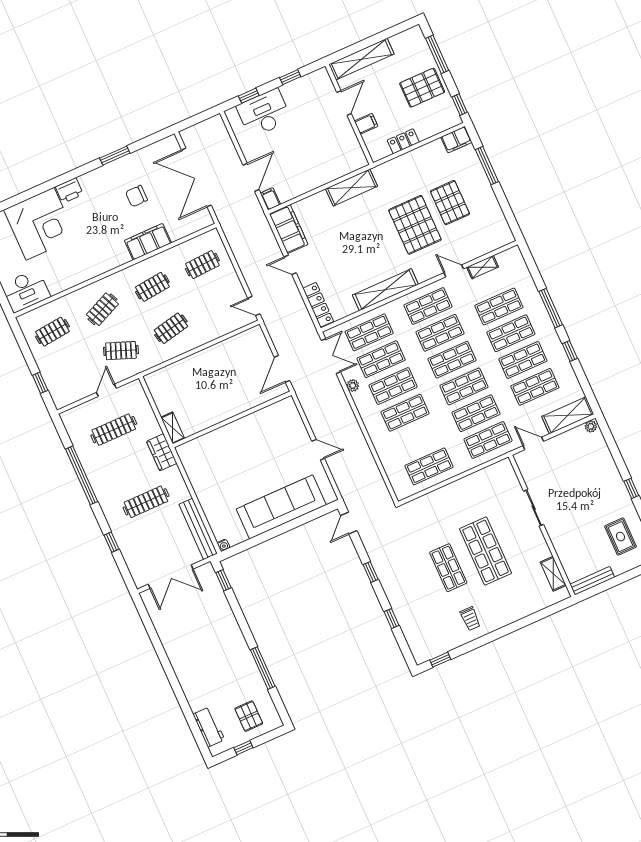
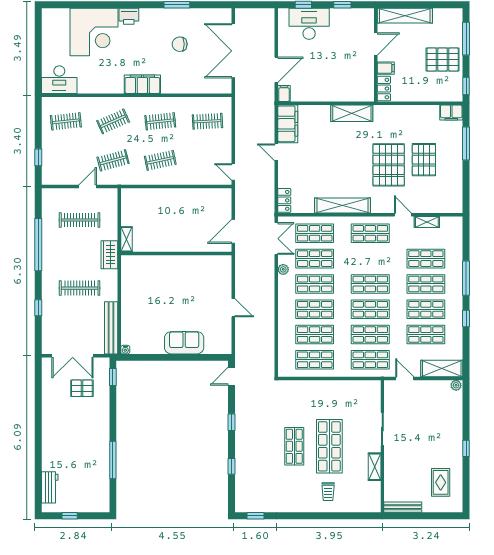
locker: (403, 141) -> (384, 89), moved, turned 90
filing cabinet: (148, 242) -> (142, 84), moved
locker: (318, 305) -> (284, 200), width x0.66
shop shelf: (440, 333) -> (315, 335), moved
clothes rail: (121, 351) -> (113, 160), turned -36
sofa: (281, 507) -> (184, 343), width x0.54, depth x0.79
shelving: (553, 574) -> (375, 467), moved
trolley: (470, 619) -> (328, 492), moved
pallet: (249, 716) -> (82, 388), moved, turned 90

